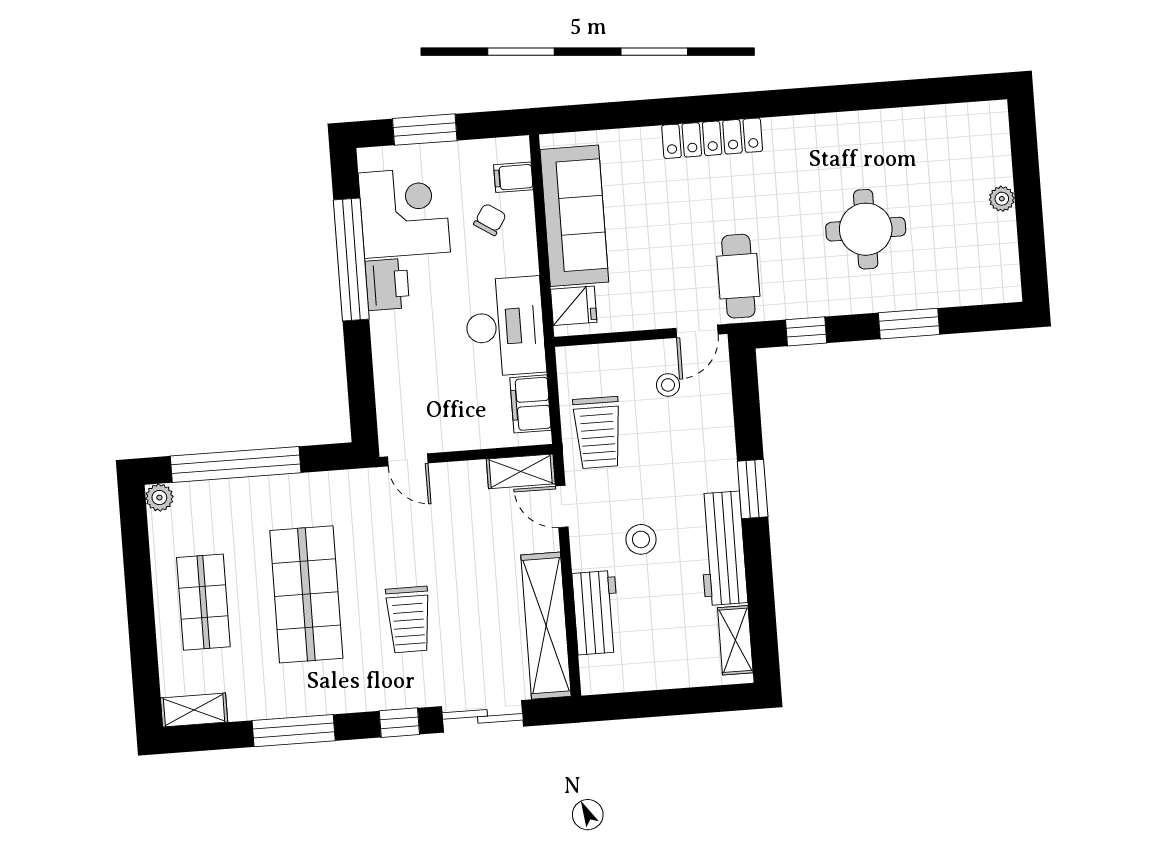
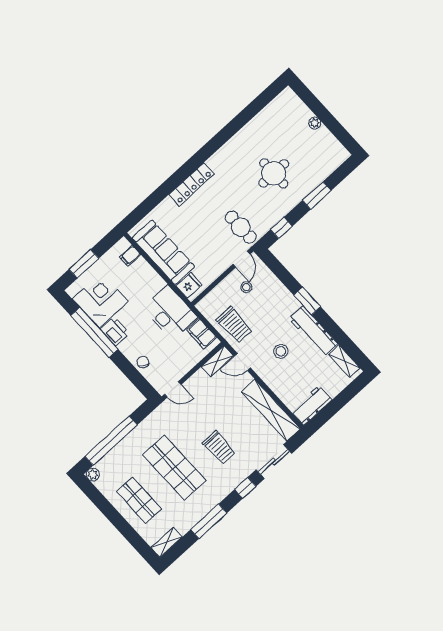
chair: (490, 220) -> (143, 362), moved
workbench: (596, 613) -> (311, 406), moved, turned -90

